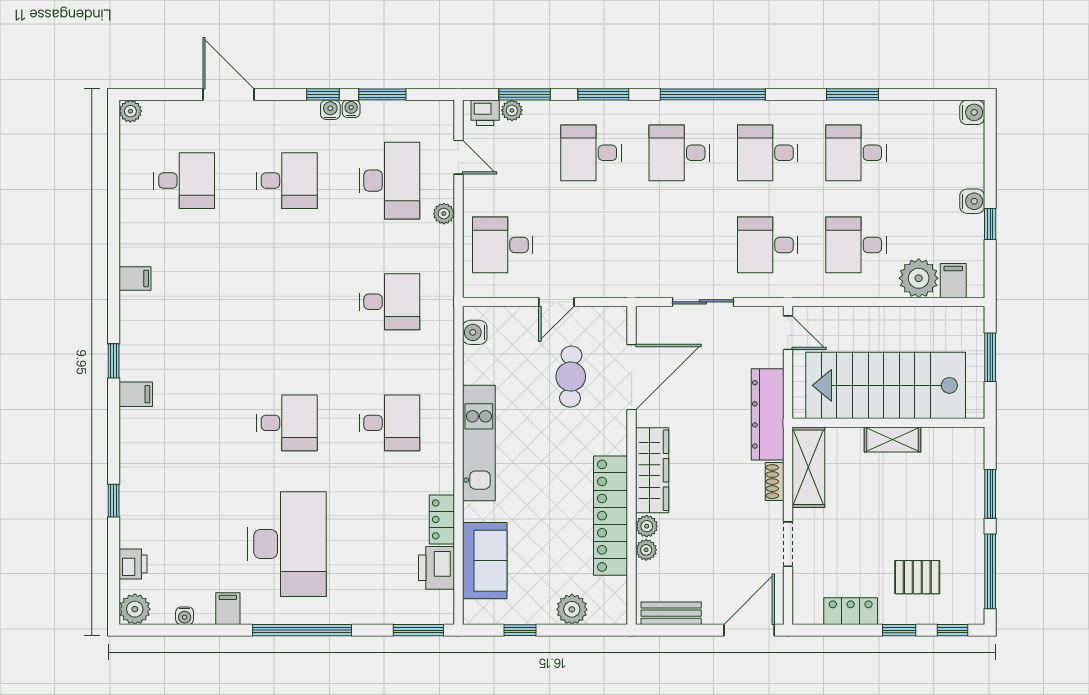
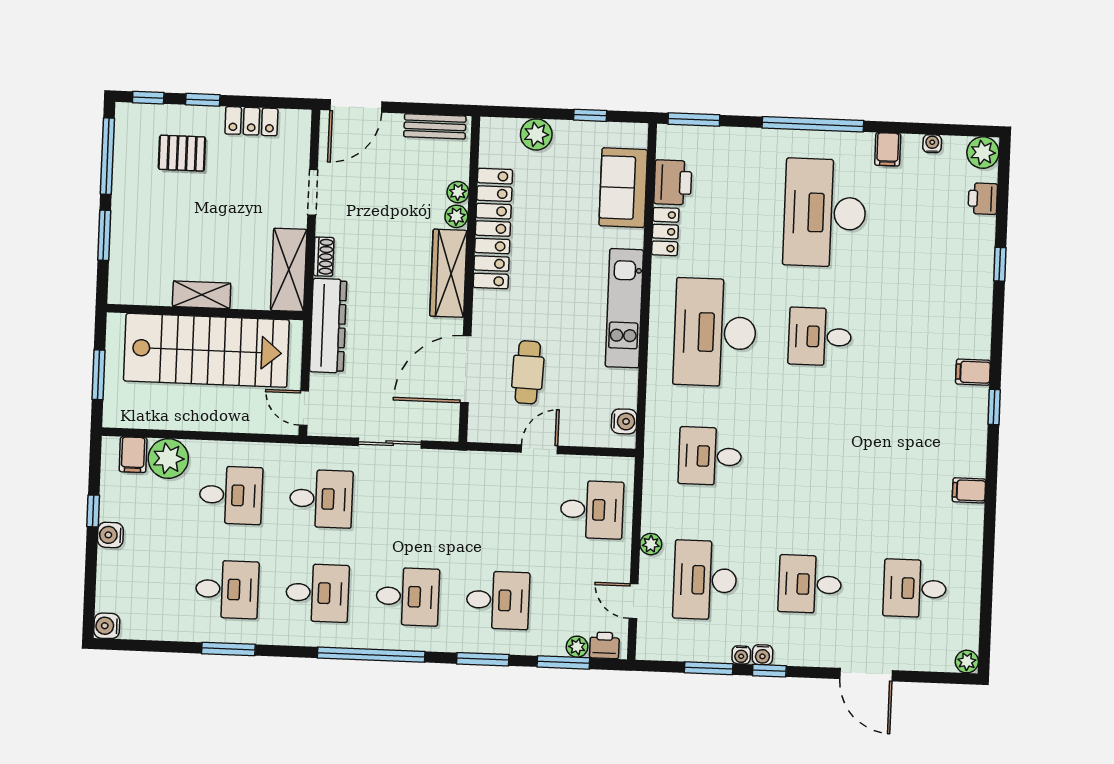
desk: (389, 423) -> (715, 332), width x1.87, depth x1.30

